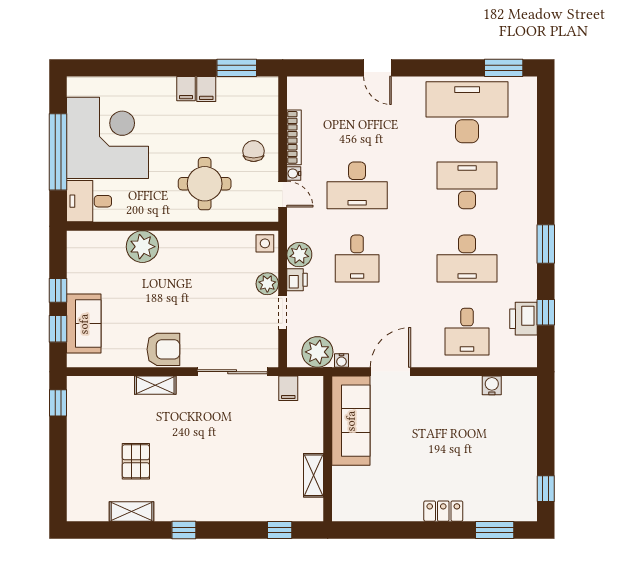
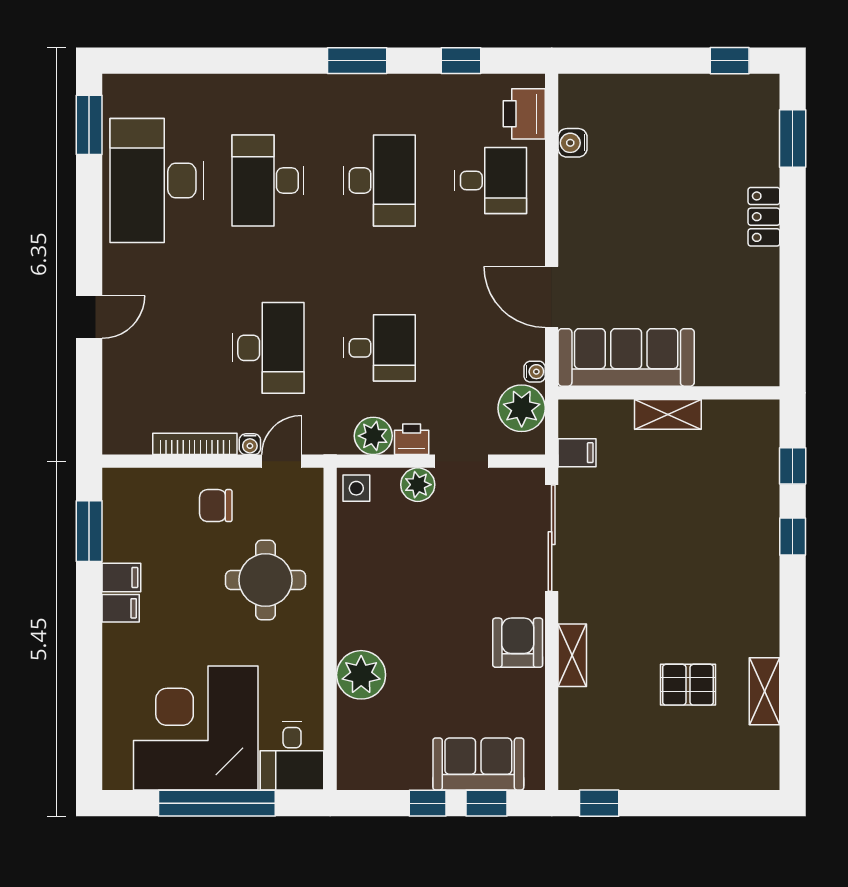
printer: (524, 319) -> (524, 114), moved, turned 90
shelving: (313, 475) -> (668, 414), moved
window: (184, 530) -> (793, 536), moved

